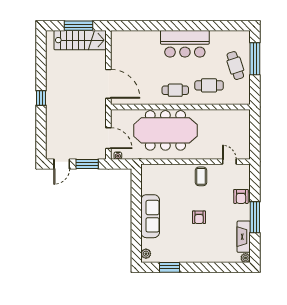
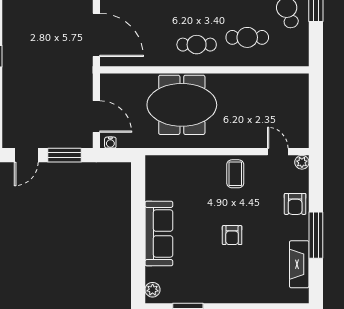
meeting table: (165, 130) -> (182, 105), width x0.73
plant: (246, 258) -> (302, 162), moved

